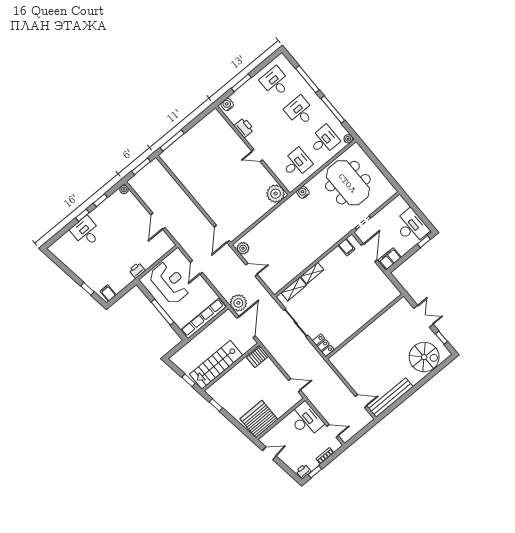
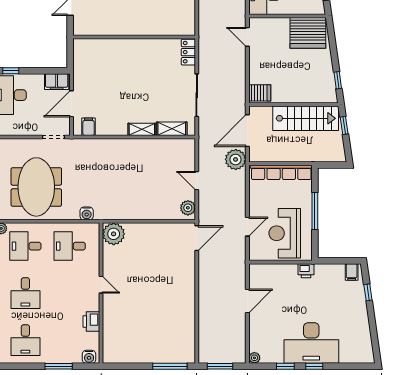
desk: (86, 232) -> (311, 343), width x1.87, depth x1.30

